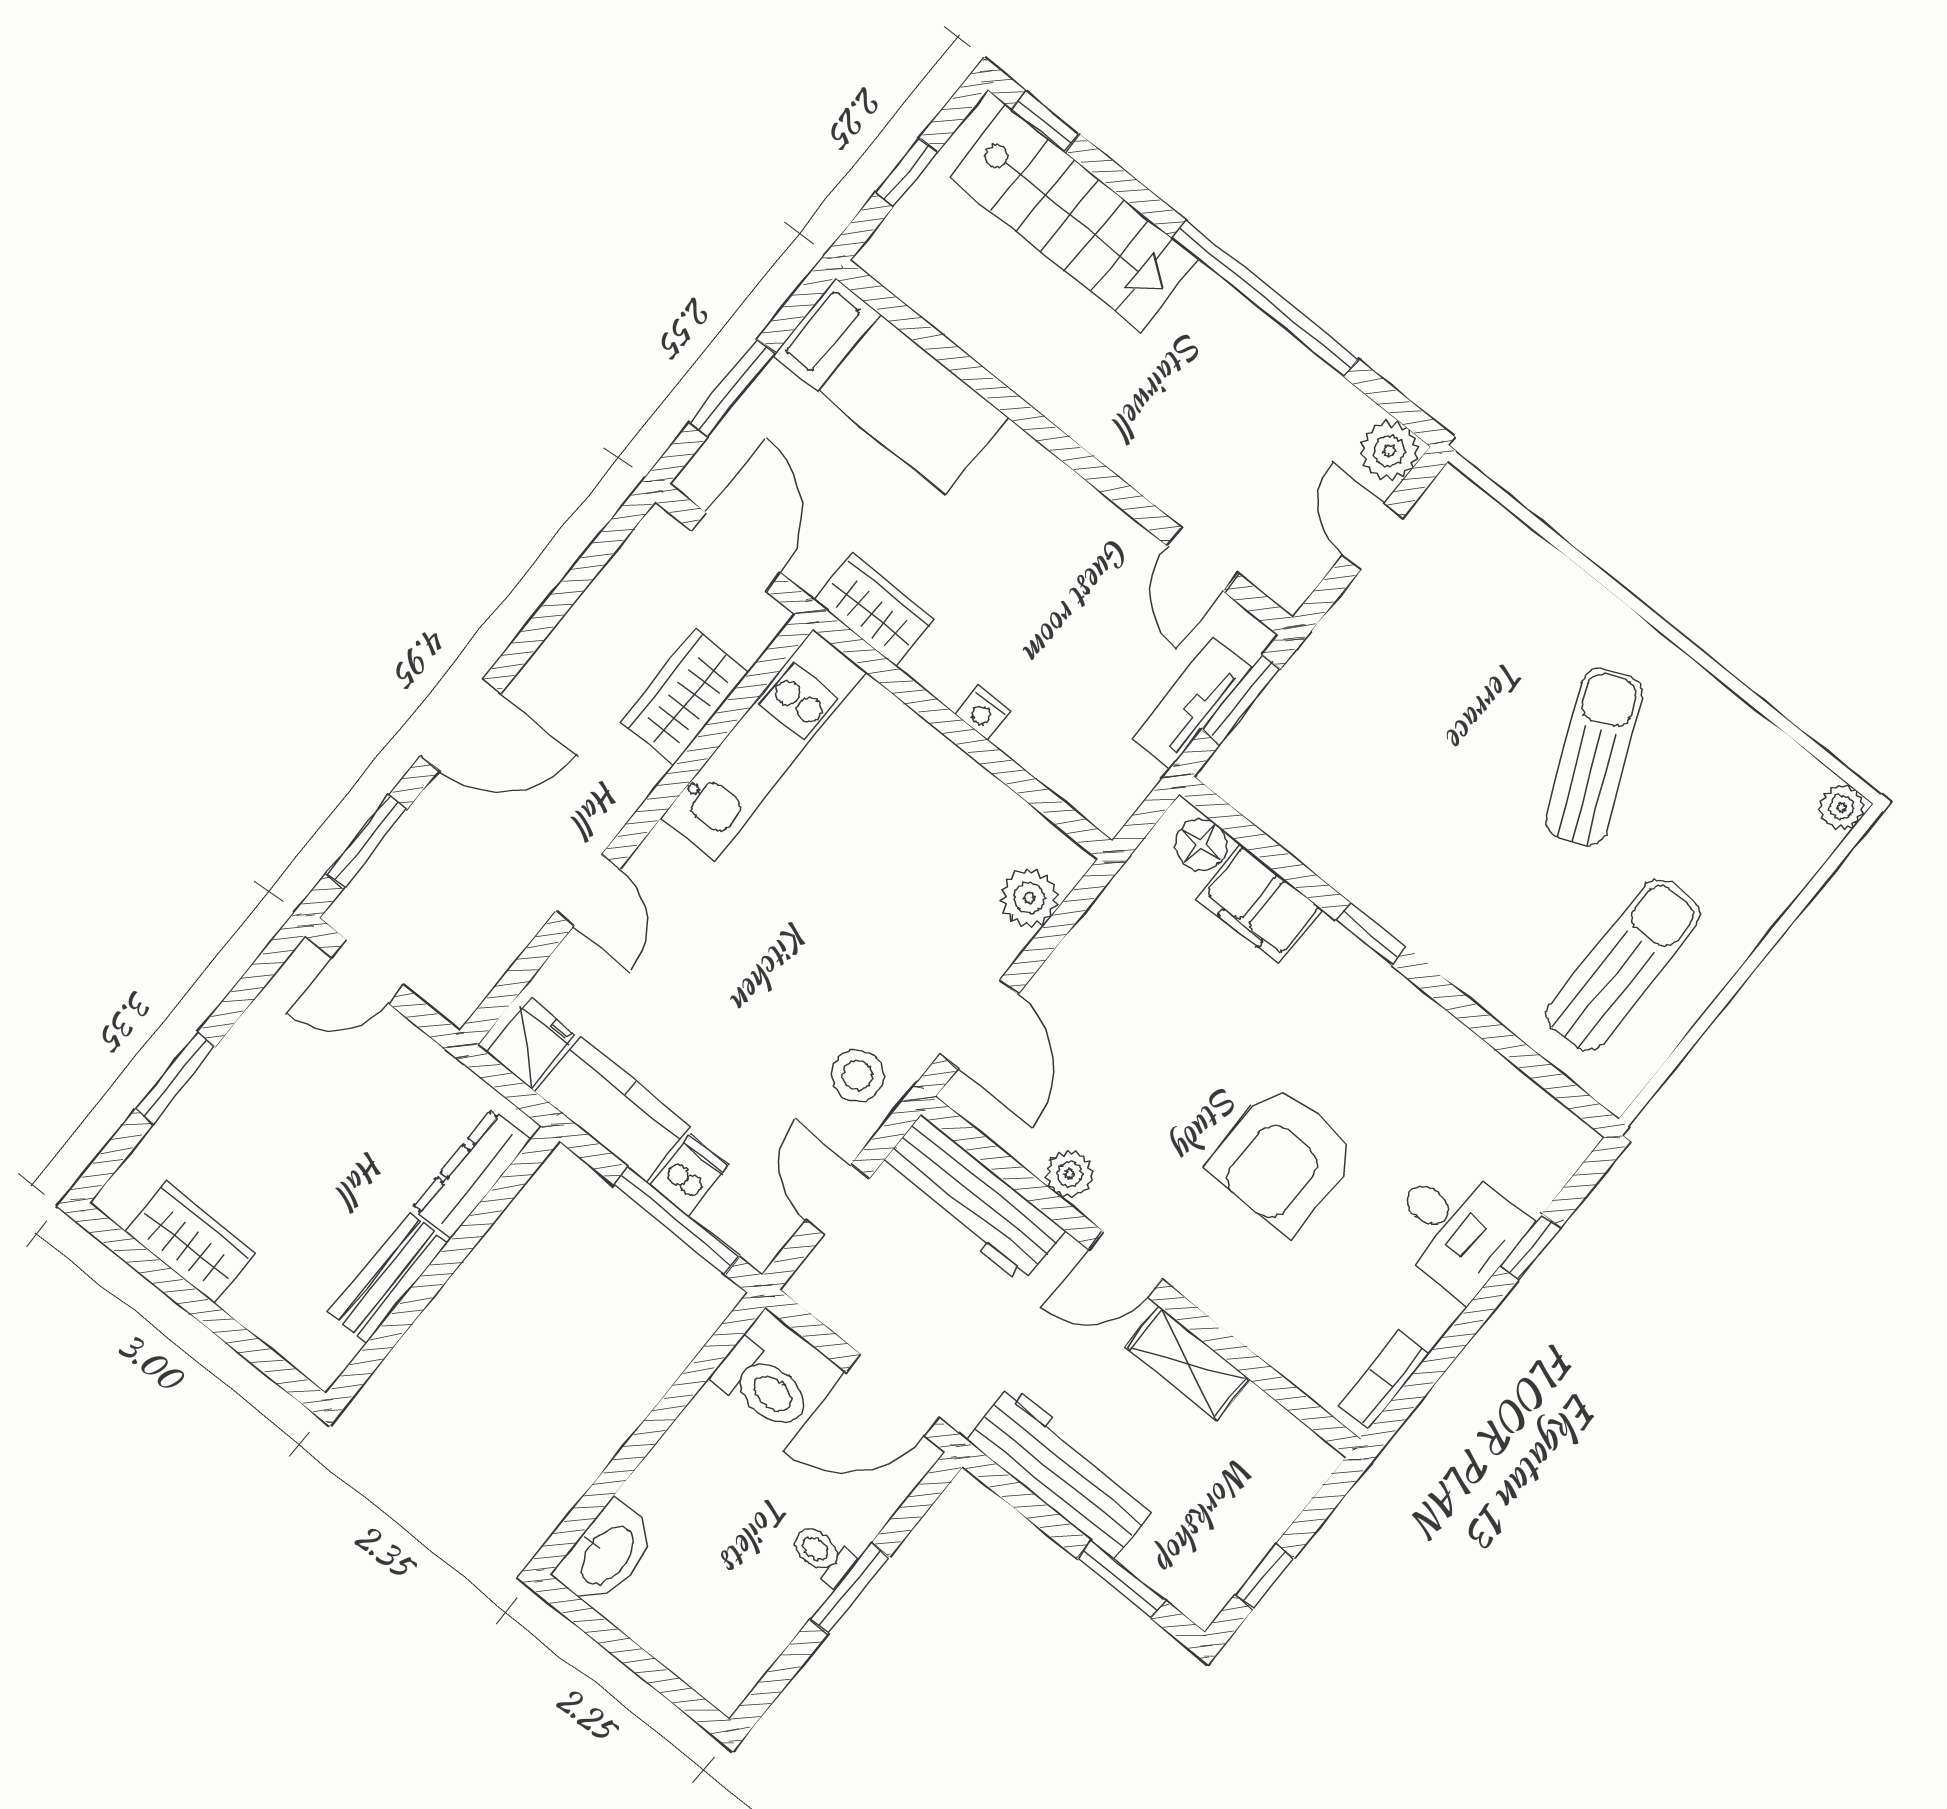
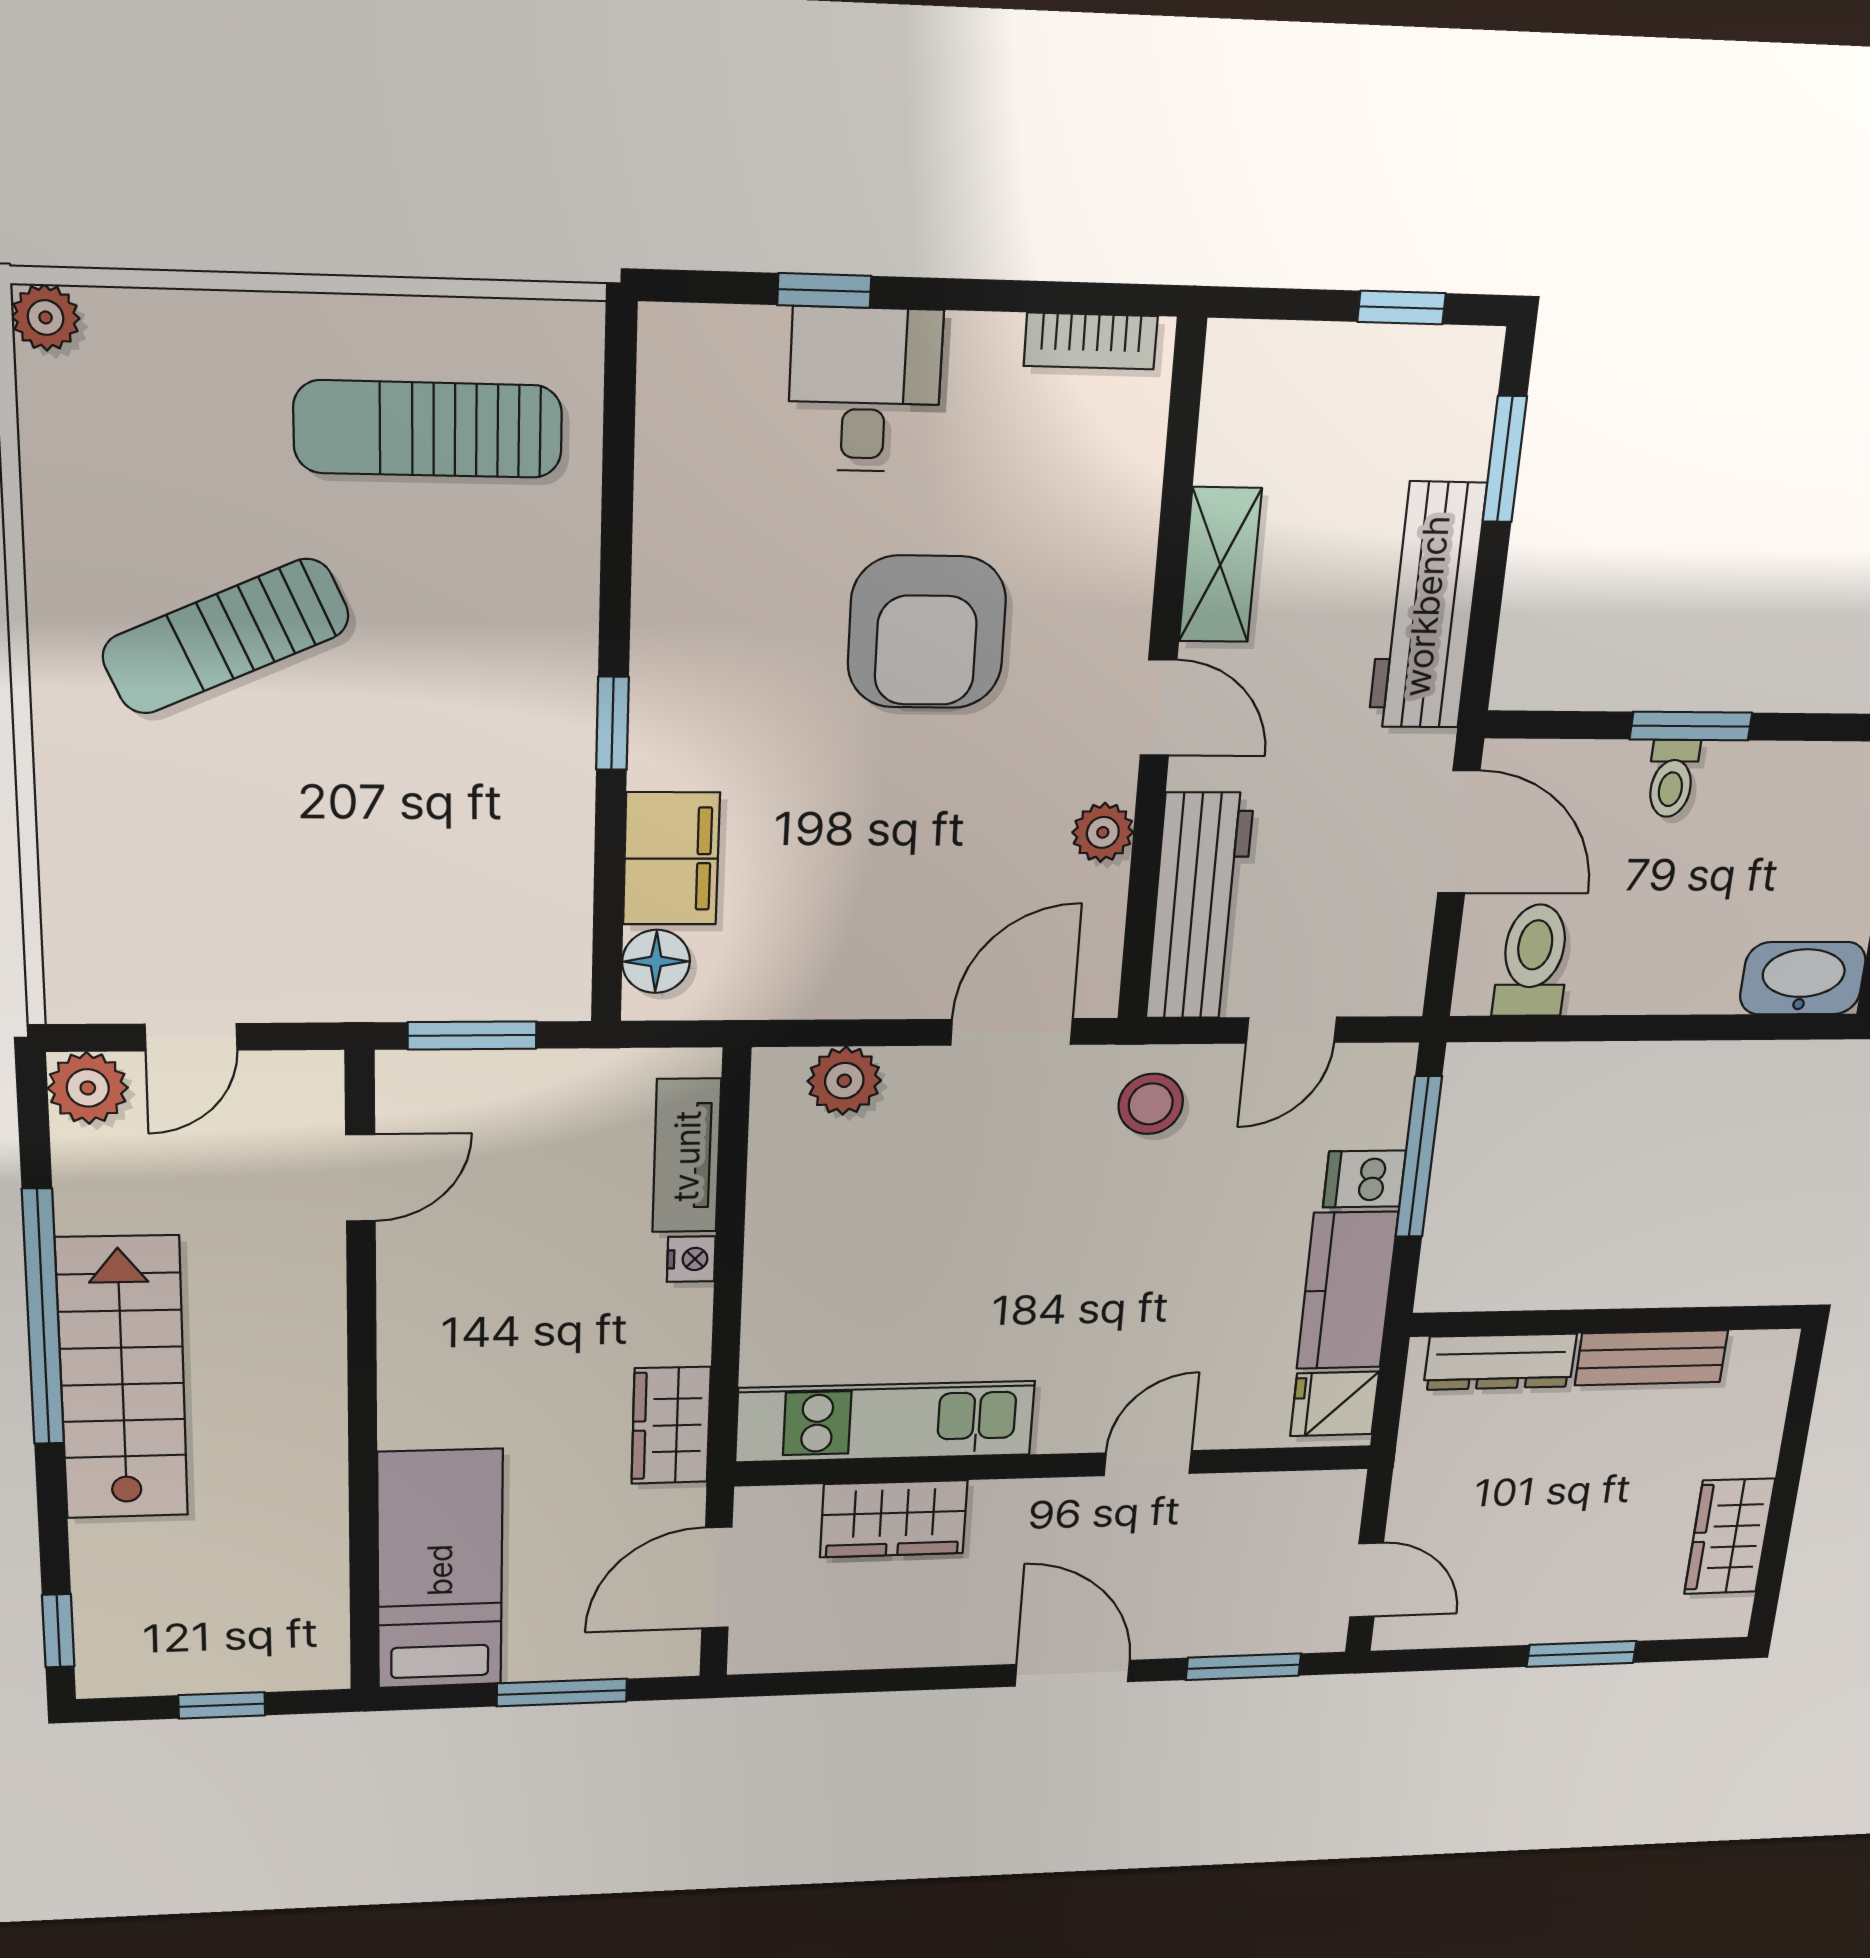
stairs: (1073, 218) -> (122, 1379), moved
tv unit: (1191, 703) -> (687, 1156), moved, turned 90
armchair: (1282, 1159) -> (927, 632), turned 90

